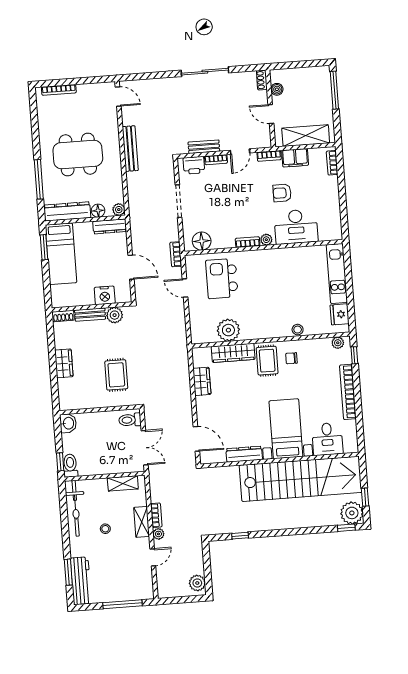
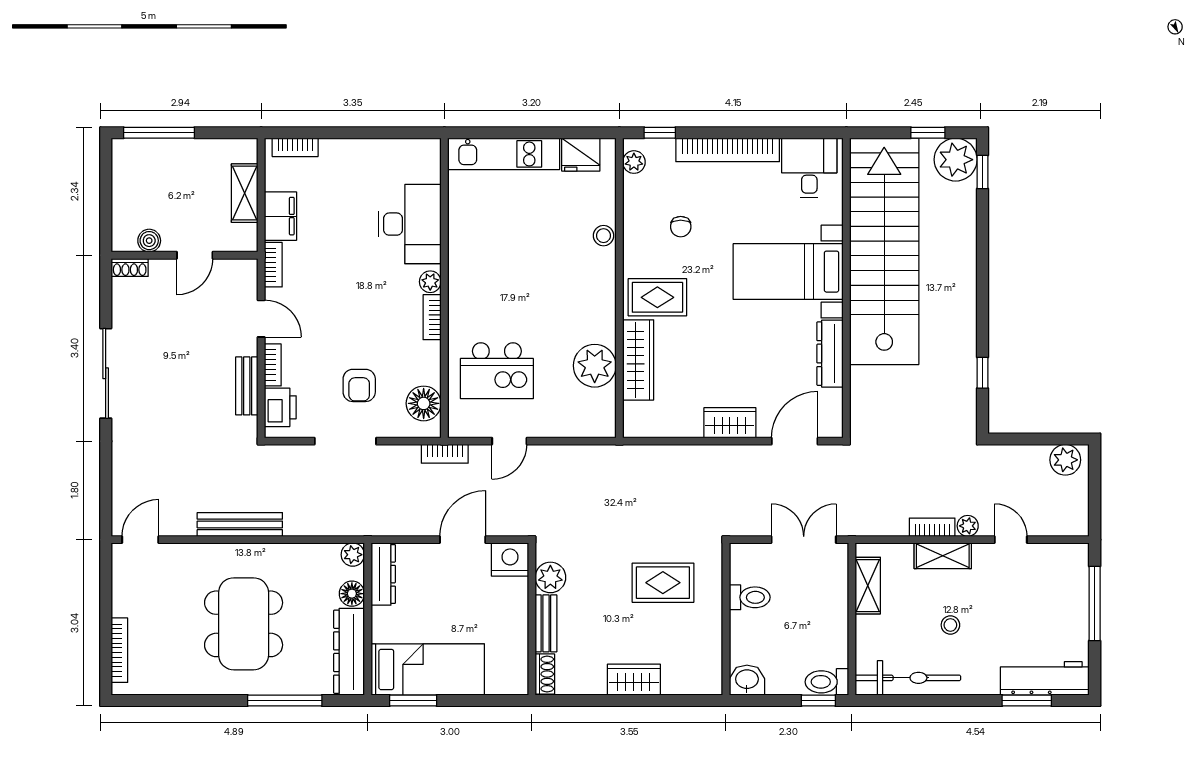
shelving: (306, 136) -> (245, 193), width x0.67, depth x0.75
armchair: (282, 193) -> (359, 385), moved
nightstand: (105, 295) -> (510, 560), moved, turned -90
chair: (291, 358) -> (681, 227), moved
wardrobe: (202, 381) -> (730, 423), moved
toilet: (130, 420) -> (750, 597), moved, turned -90
desk: (327, 439) -> (809, 168), moved, turned -90

